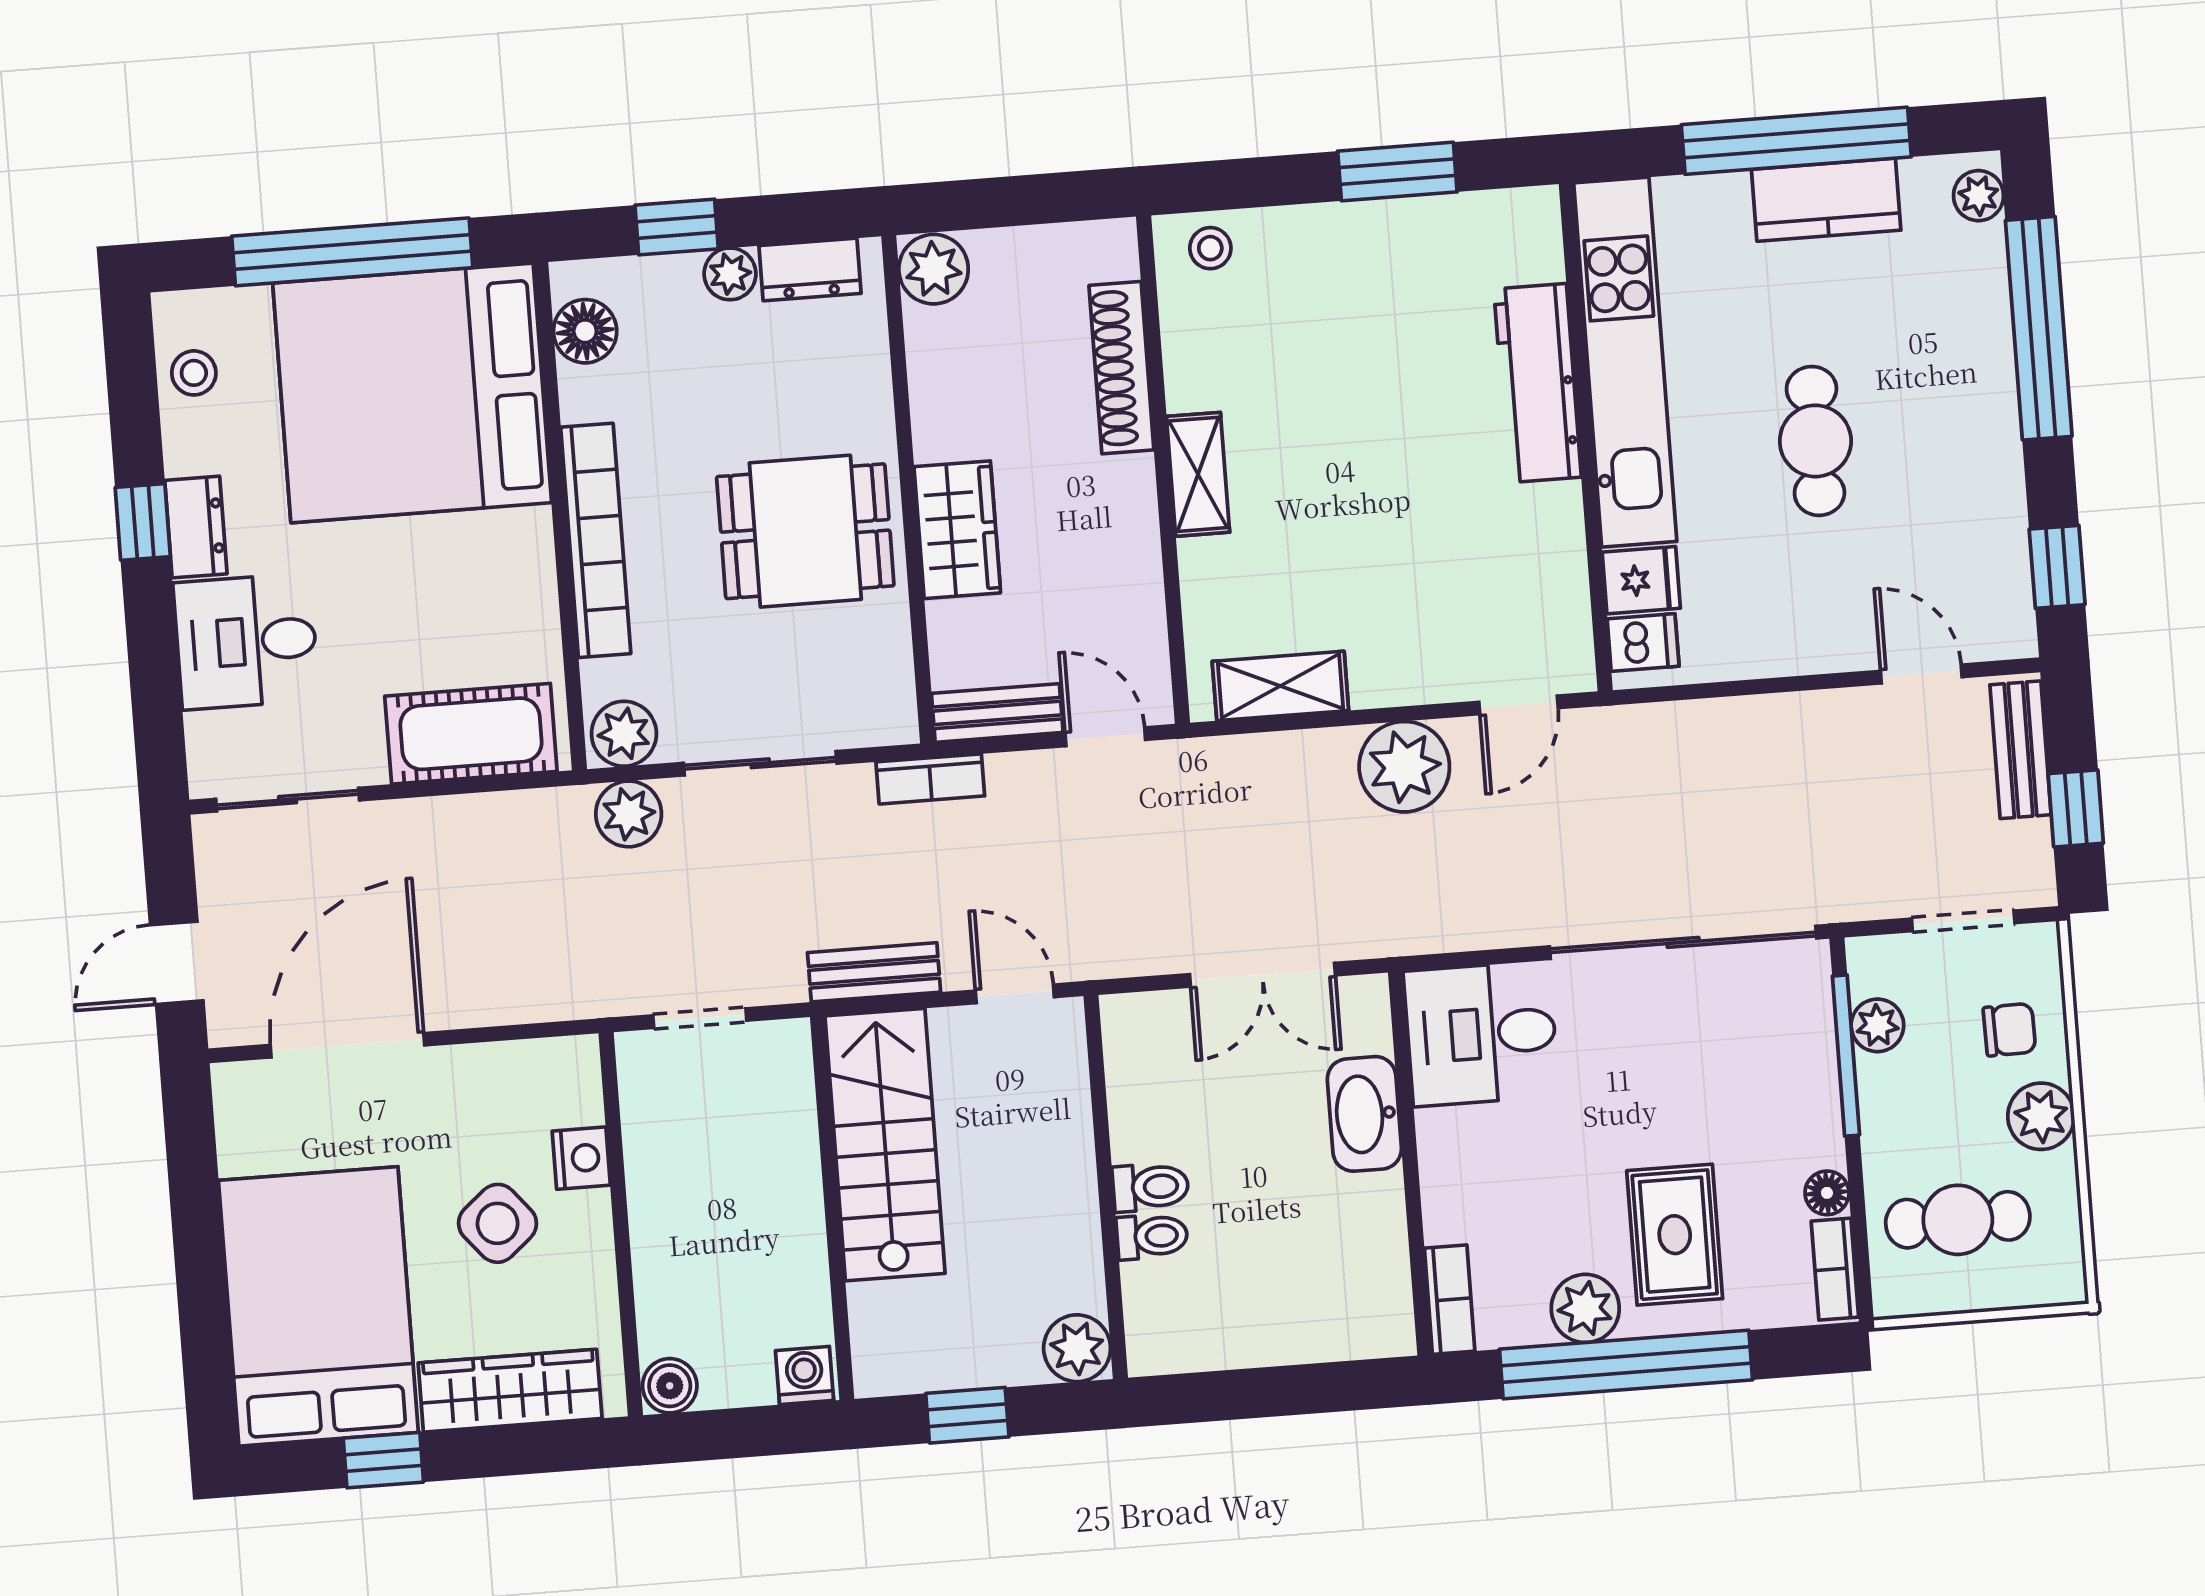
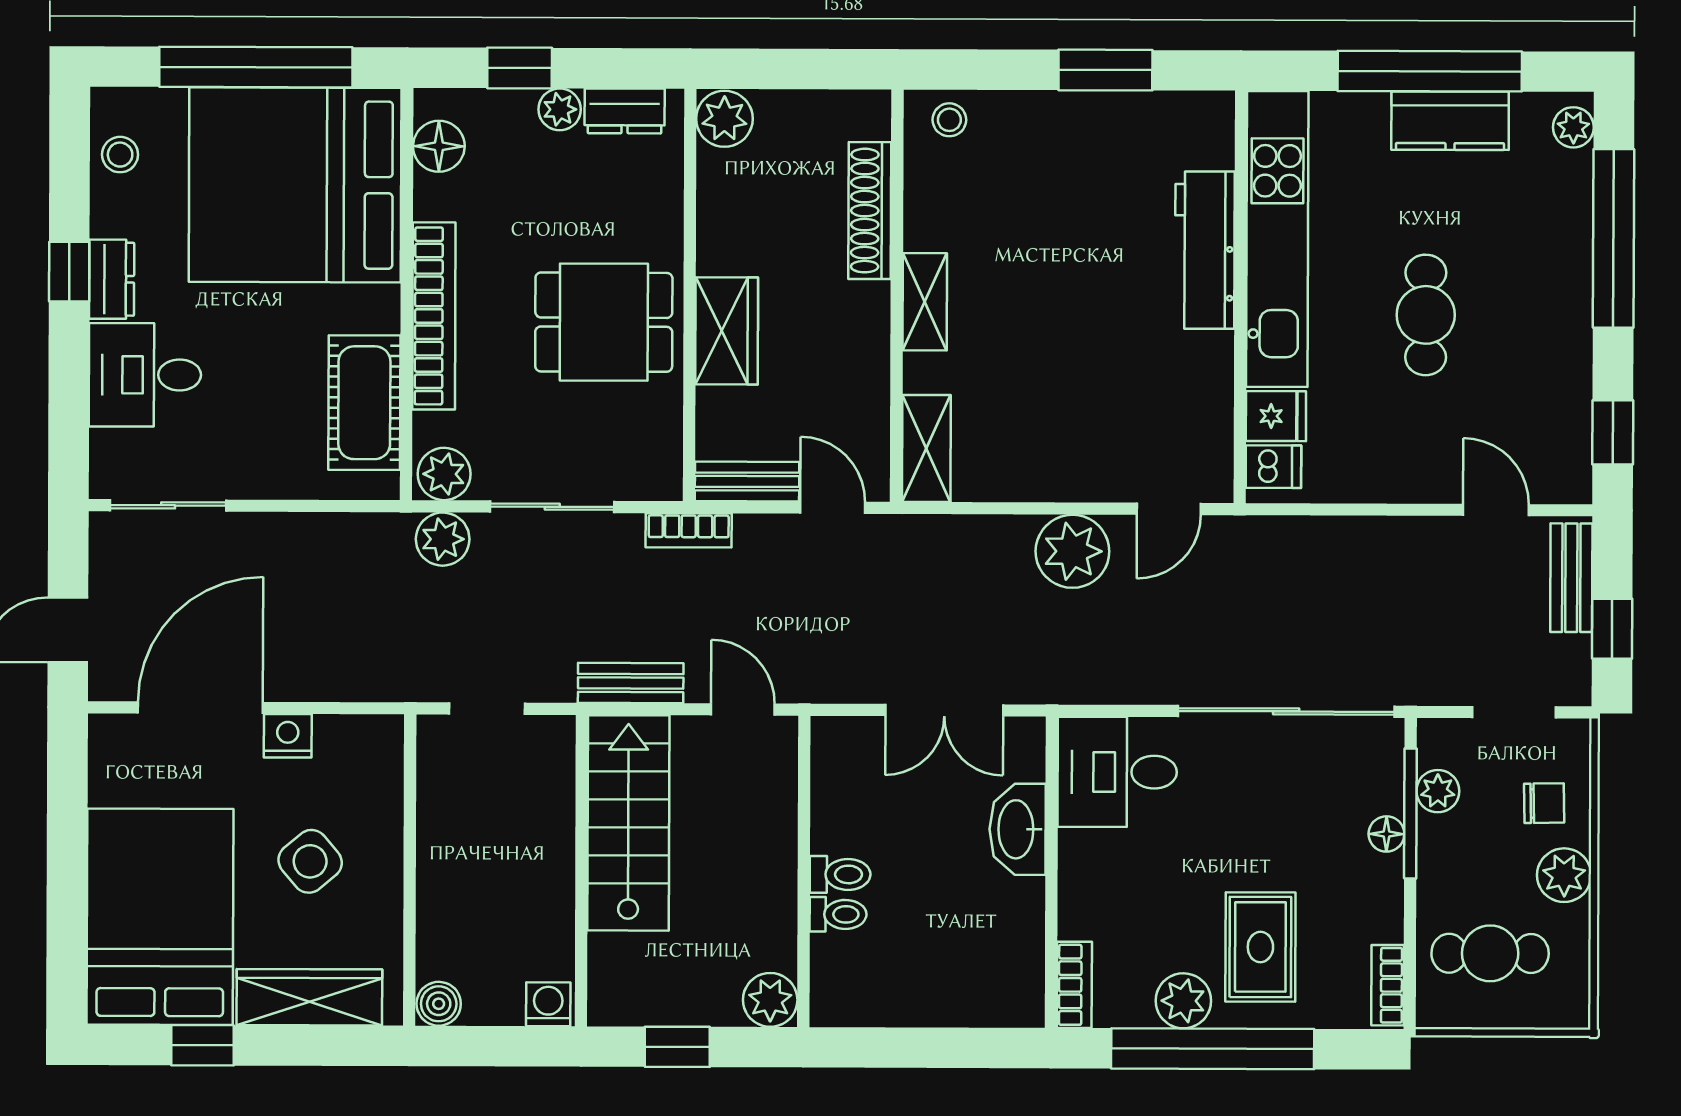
shelving: (1280, 686) -> (926, 448), moved, turned 90
cot: (471, 734) -> (364, 403), moved, turned 90
nightstand: (581, 1158) -> (288, 736), moved, turned -90
floor lamp: (1827, 1193) -> (1386, 834), moved

